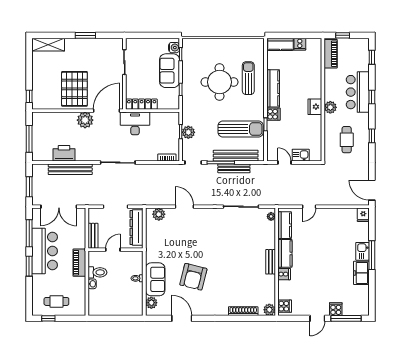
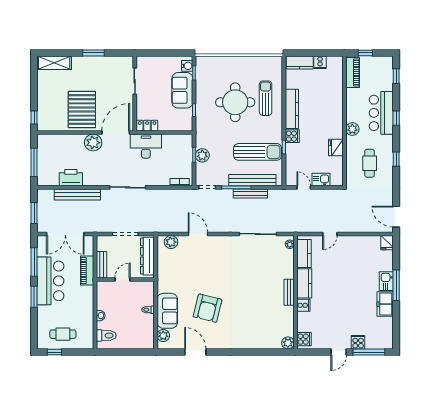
locker: (142, 104) -> (147, 126), width x0.66
fridge: (315, 107) -> (336, 148), moved
piano: (79, 263) -> (87, 270), moved
toilet: (98, 272) -> (106, 336), moved
shoe rack: (243, 311) -> (260, 344), removed

